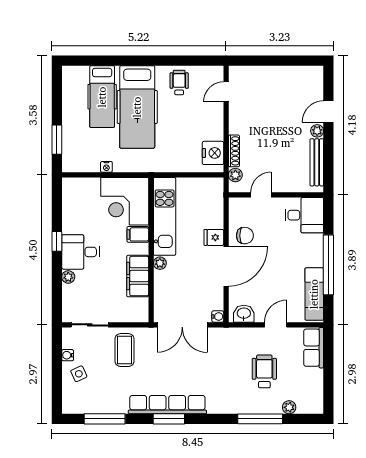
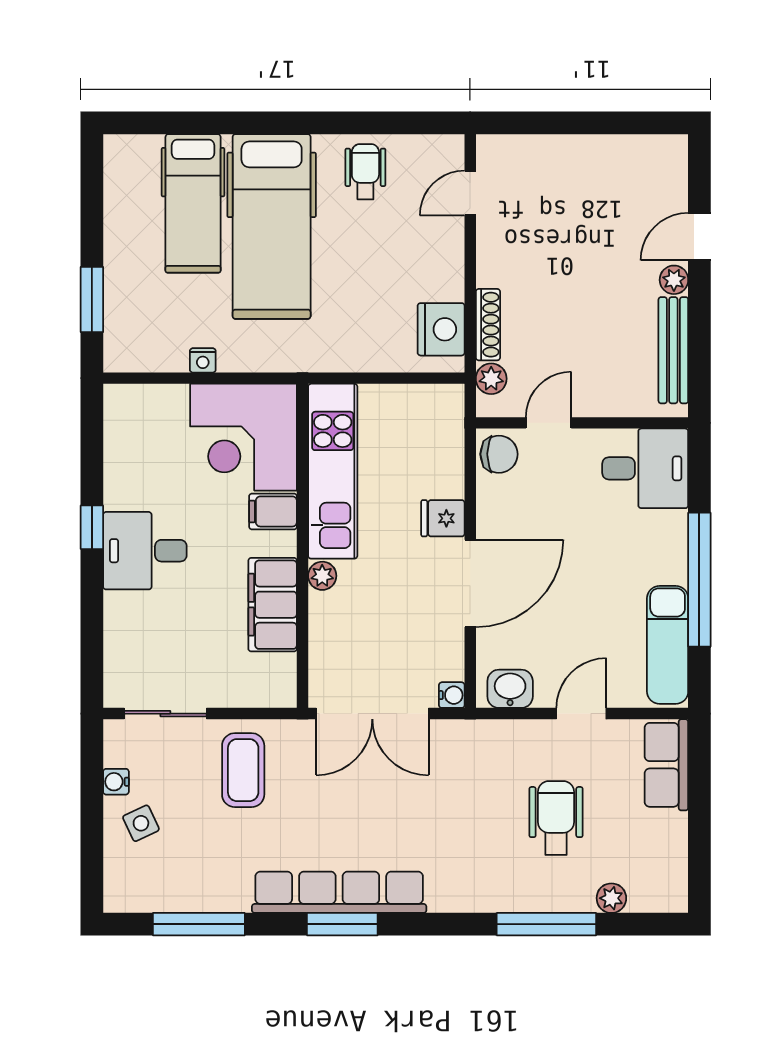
chair: (245, 236) -> (499, 454), moved
plant: (68, 277) -> (117, 607), removed

